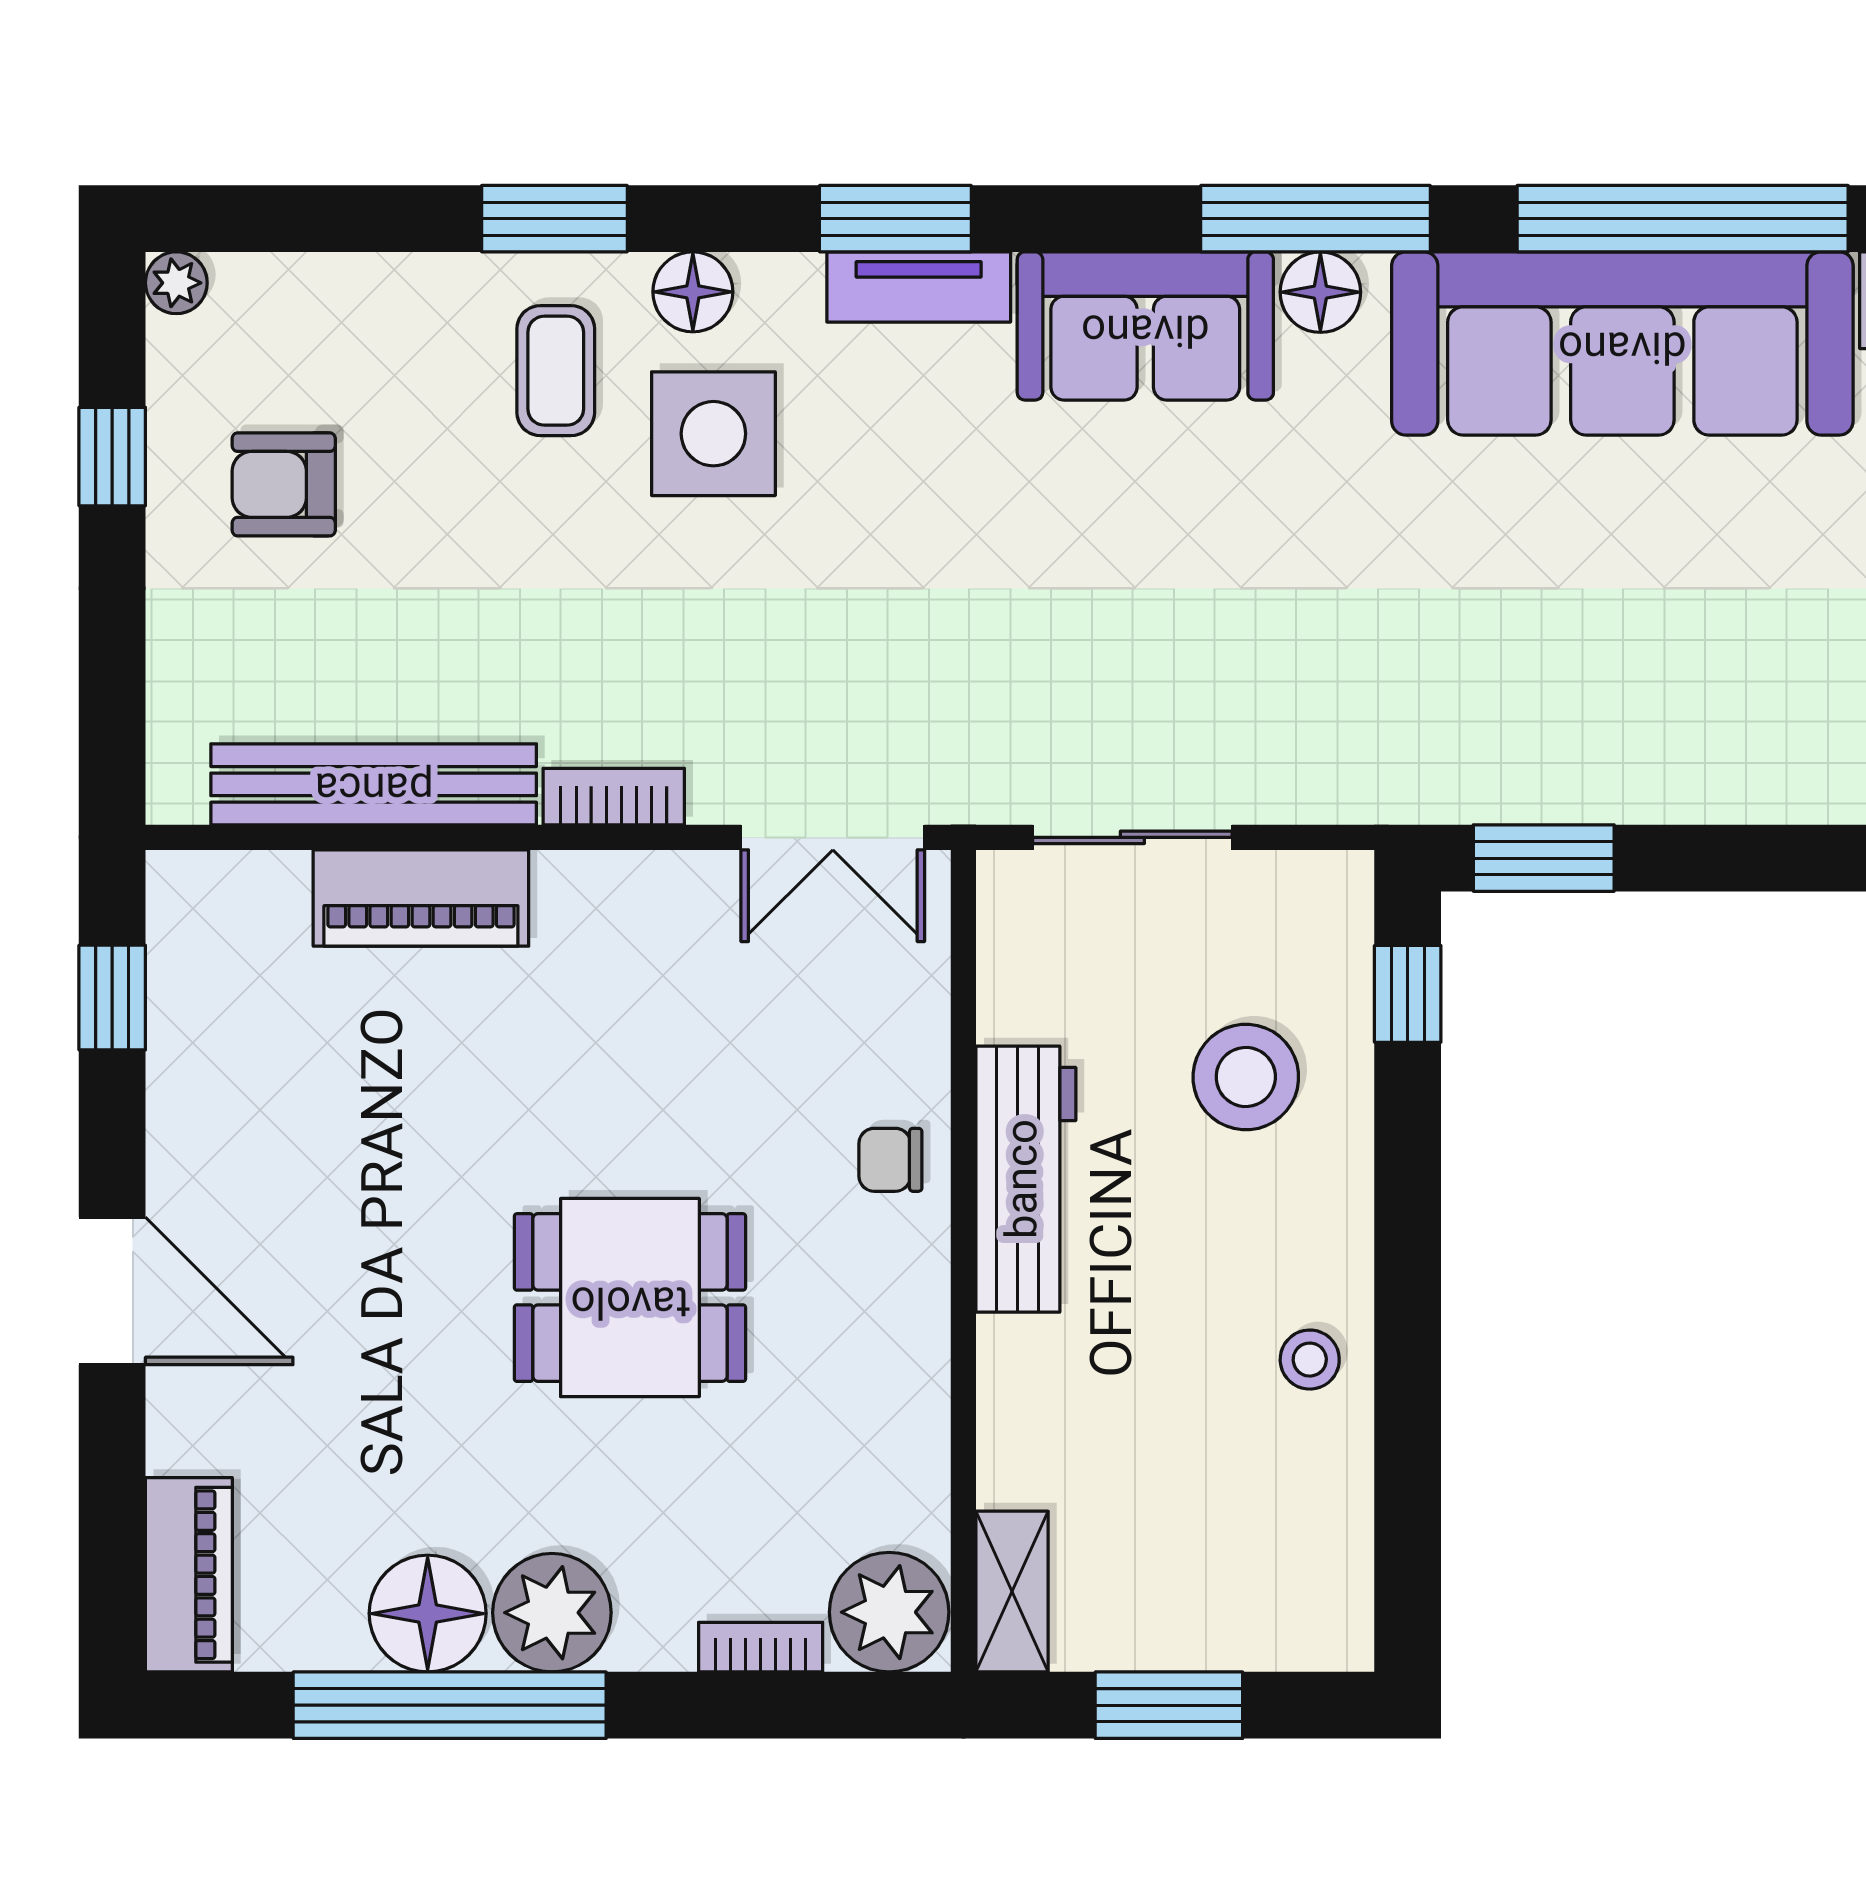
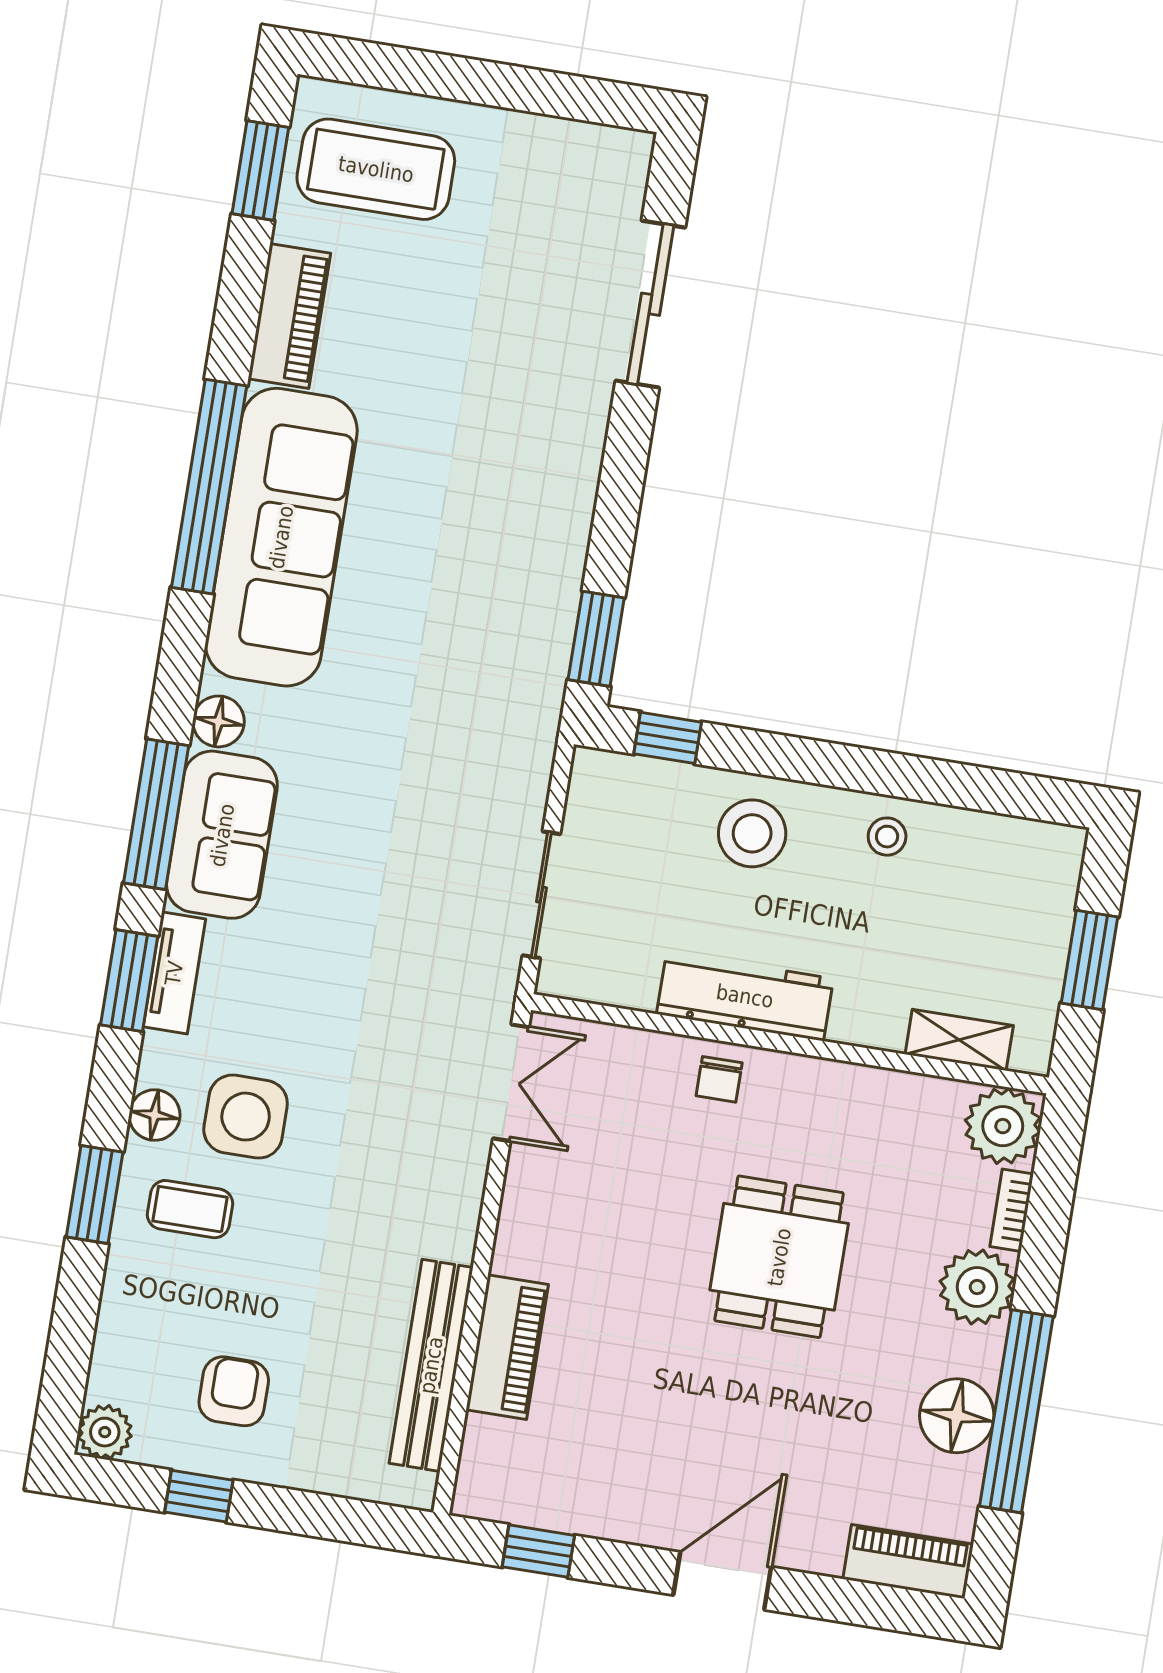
window: (1316, 219) -> (156, 814), moved
plant: (176, 283) -> (105, 1432), width x1.38, depth x1.38
armchair: (284, 484) -> (234, 1391), turned 180
bookcase: (614, 797) -> (463, 1216), removed
stool: (1246, 1077) -> (752, 833), moved
shelving: (1012, 1592) -> (959, 1040), moved
plant: (552, 1613) -> (977, 1287), moved

